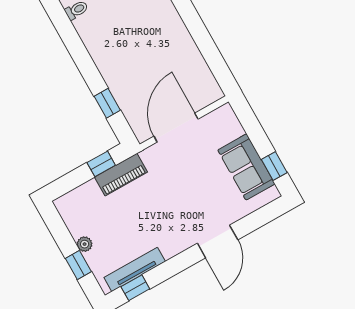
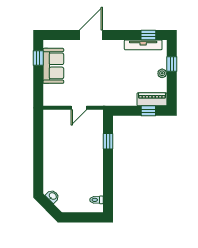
door: (176, 128) -> (79, 108), width x0.53
window: (101, 164) -> (148, 111), moved
piano: (121, 175) -> (152, 99), moved

